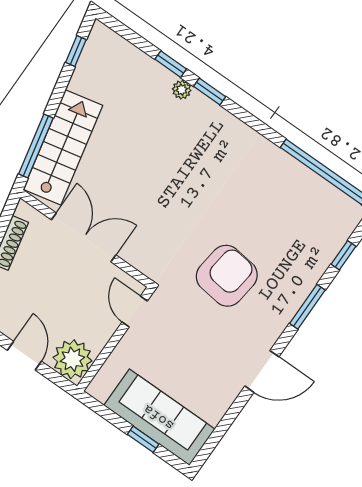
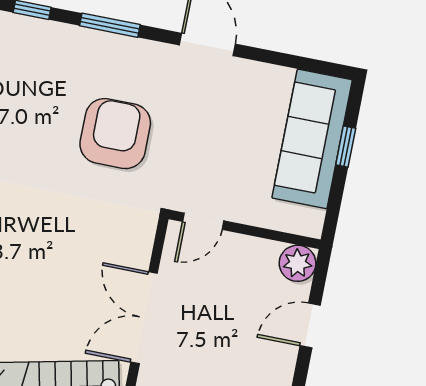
armchair: (227, 276) -> (115, 134), turned 83
plant: (72, 359) -> (298, 263), width x0.73, depth x0.73

